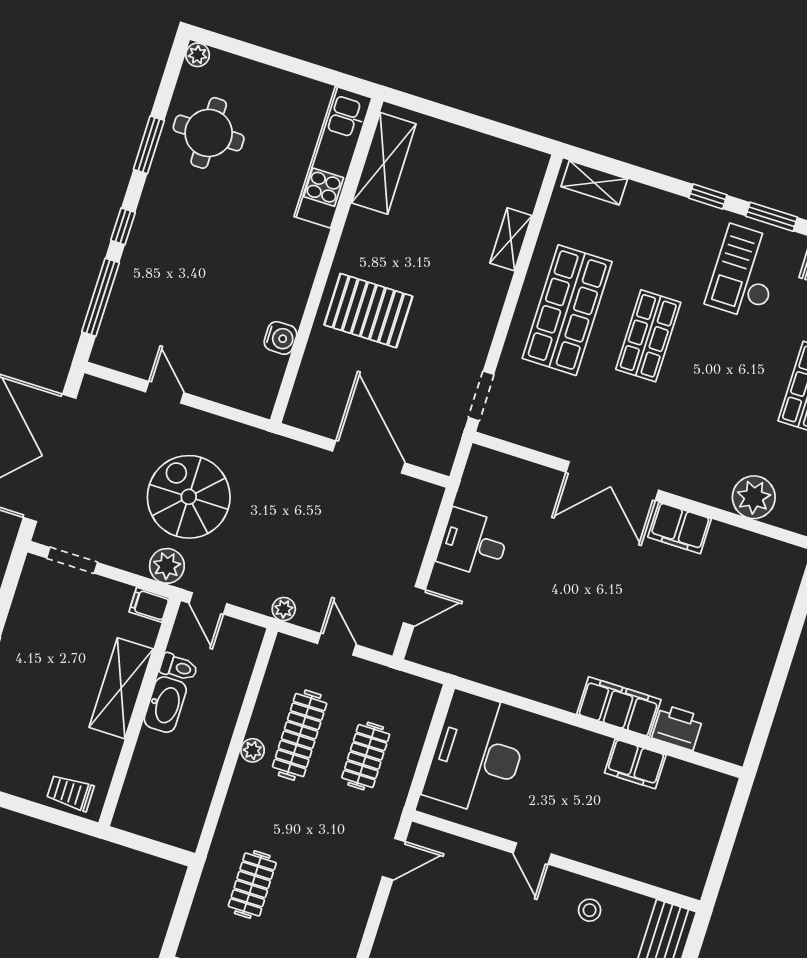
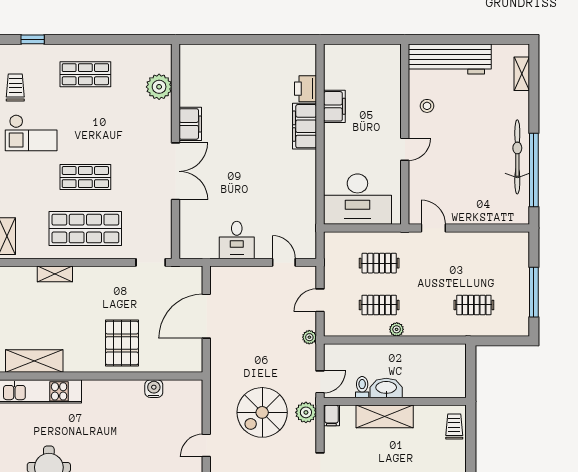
clothes rail: (300, 735) -> (379, 305), width x0.73
trolley: (70, 793) -> (454, 427), turned 180

